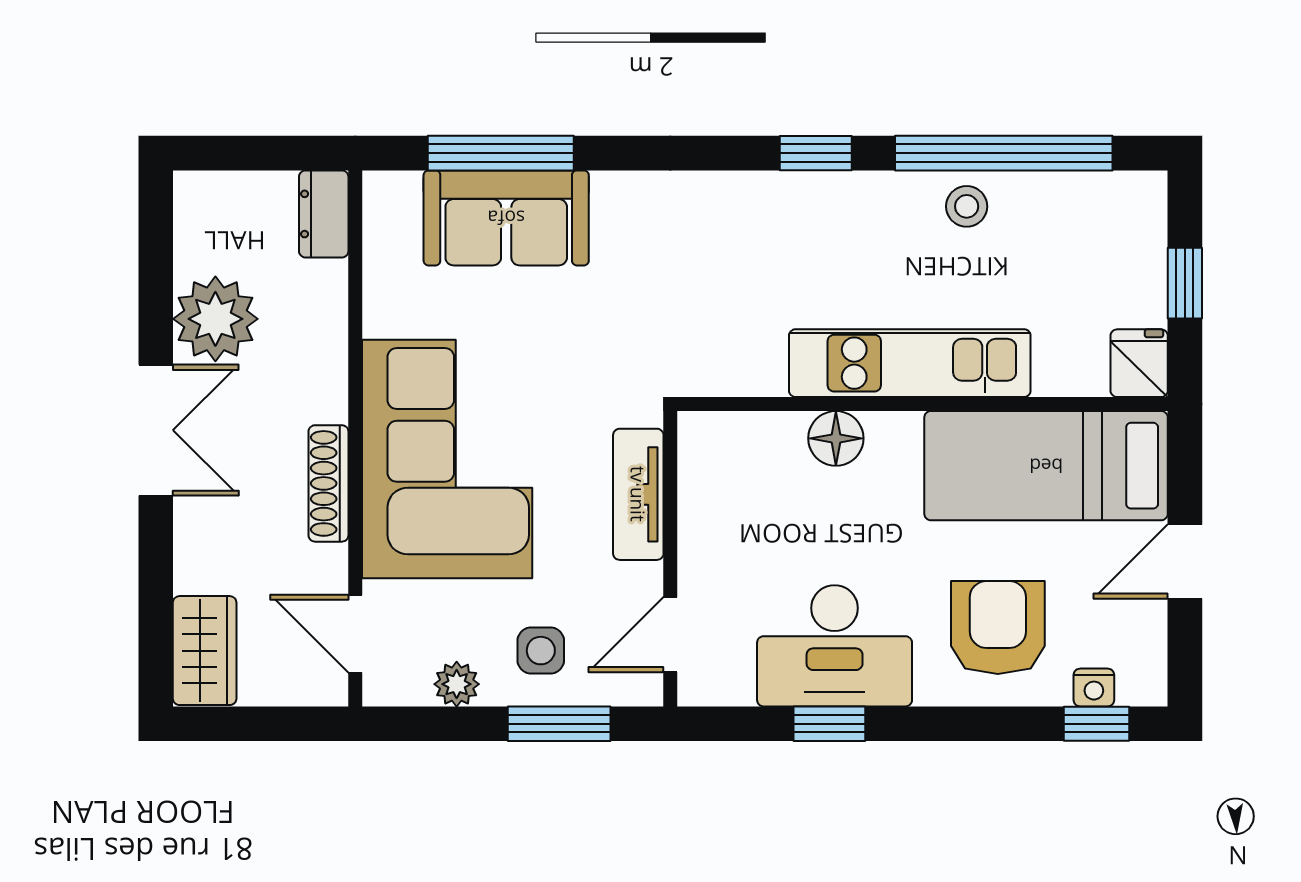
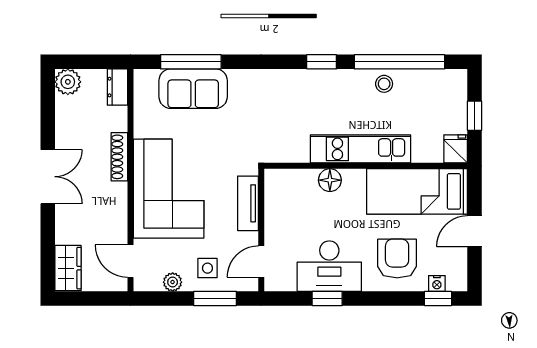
plant: (215, 319) -> (68, 82), moved, width x0.73, depth x0.73
shoe rack: (328, 483) -> (119, 157), moved

